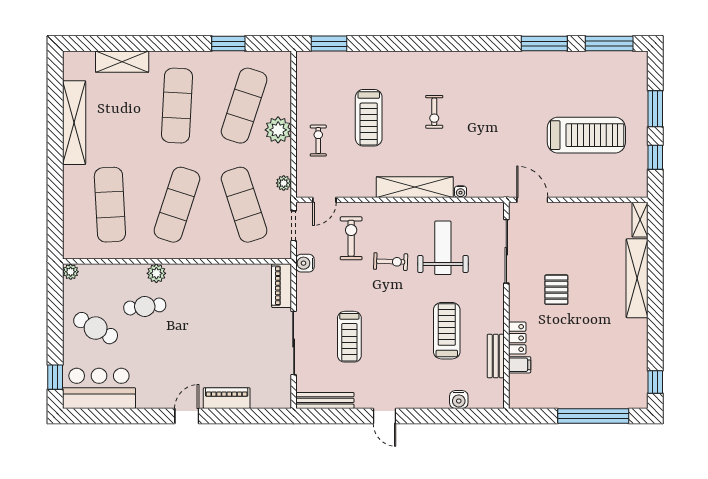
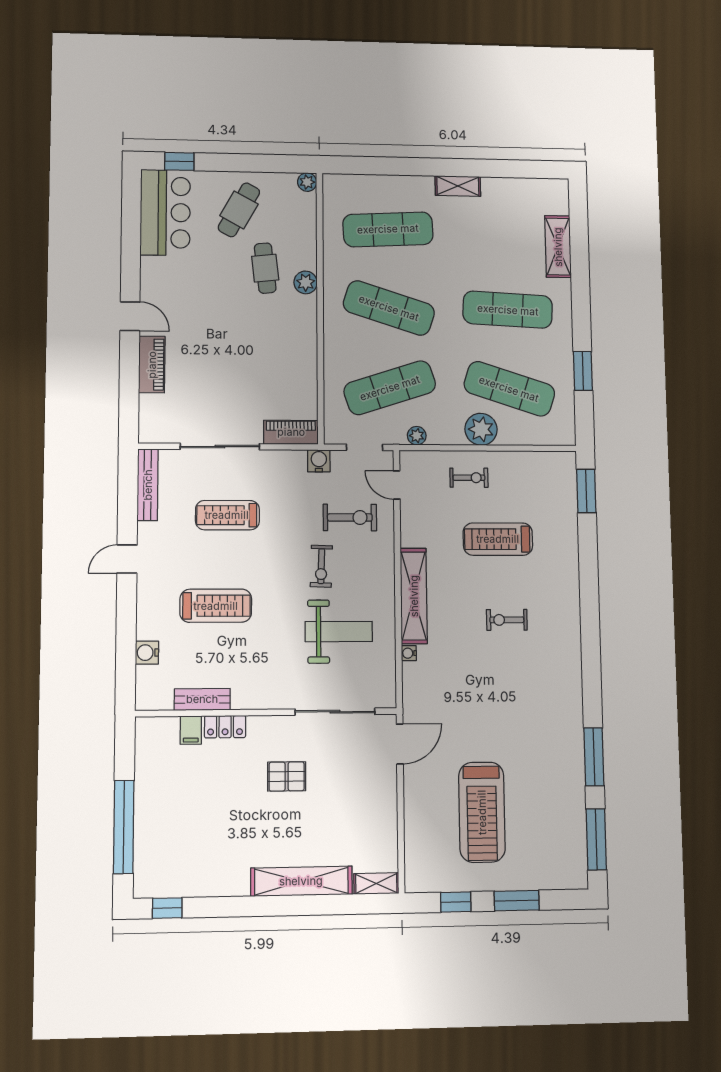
shelving: (74, 123) -> (458, 186), width x0.45, depth x0.75
treadmill: (447, 331) -> (216, 606), moved

